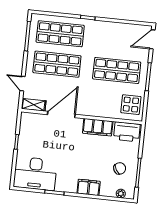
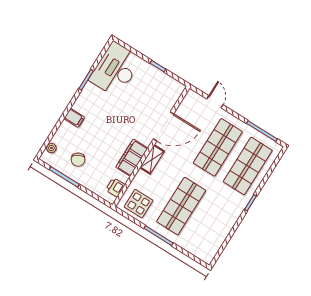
door: (152, 39) -> (195, 259), removed
door: (23, 84) -> (215, 102), hinge flipped
shelving: (34, 105) -> (152, 159), moved
door: (61, 114) -> (164, 126), hinge flipped
printer: (127, 132) -> (115, 187), width x0.53, depth x0.68
filing cabinet: (89, 187) -> (74, 118), width x0.50

